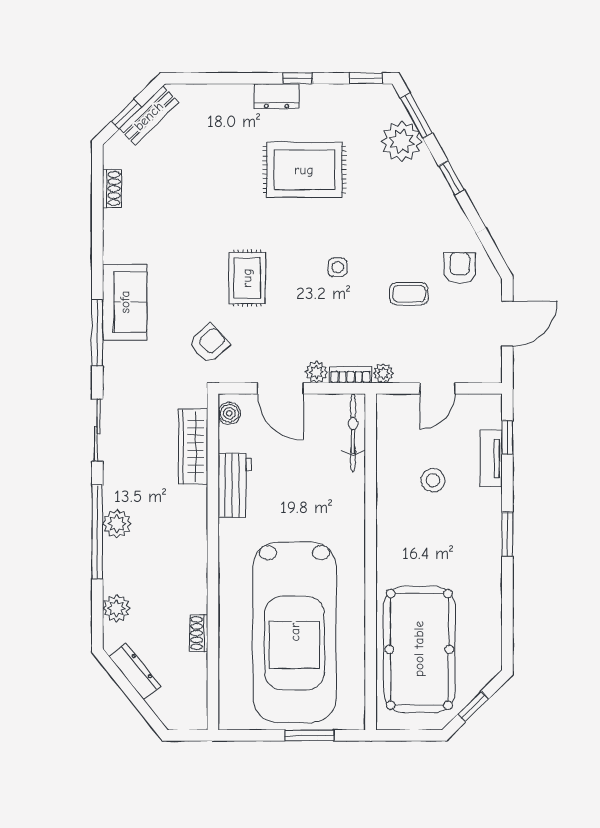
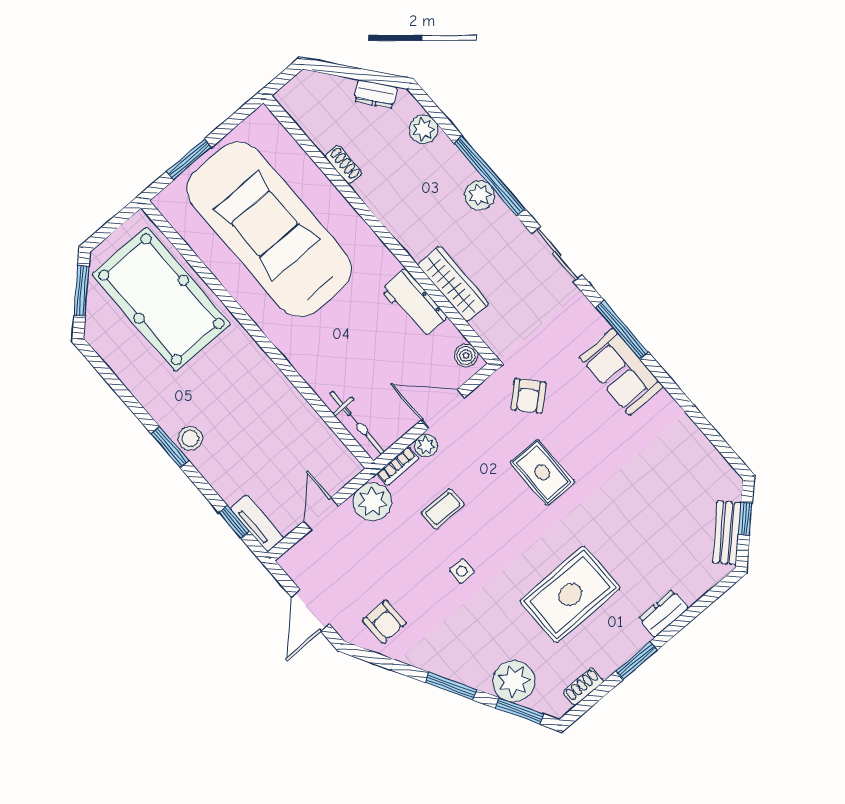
window: (297, 78) -> (636, 661), width x1.50
window: (366, 78) -> (583, 706), removed
dresser: (277, 96) -> (663, 613), moved
window: (451, 178) -> (451, 686), width x1.50
shoe rack: (112, 189) -> (583, 687), moved, turned 90
side table: (338, 267) -> (462, 571), moved
coffee table: (409, 294) -> (443, 509), moved
plant: (383, 373) -> (372, 502), width x1.87, depth x1.87
wardrobe: (193, 447) -> (453, 284), moved
tv unit: (491, 458) -> (257, 523), moved
stool: (433, 480) -> (190, 438), moved
dresser: (135, 671) -> (376, 94), width x0.70
window: (473, 707) -> (82, 291), width x1.50

